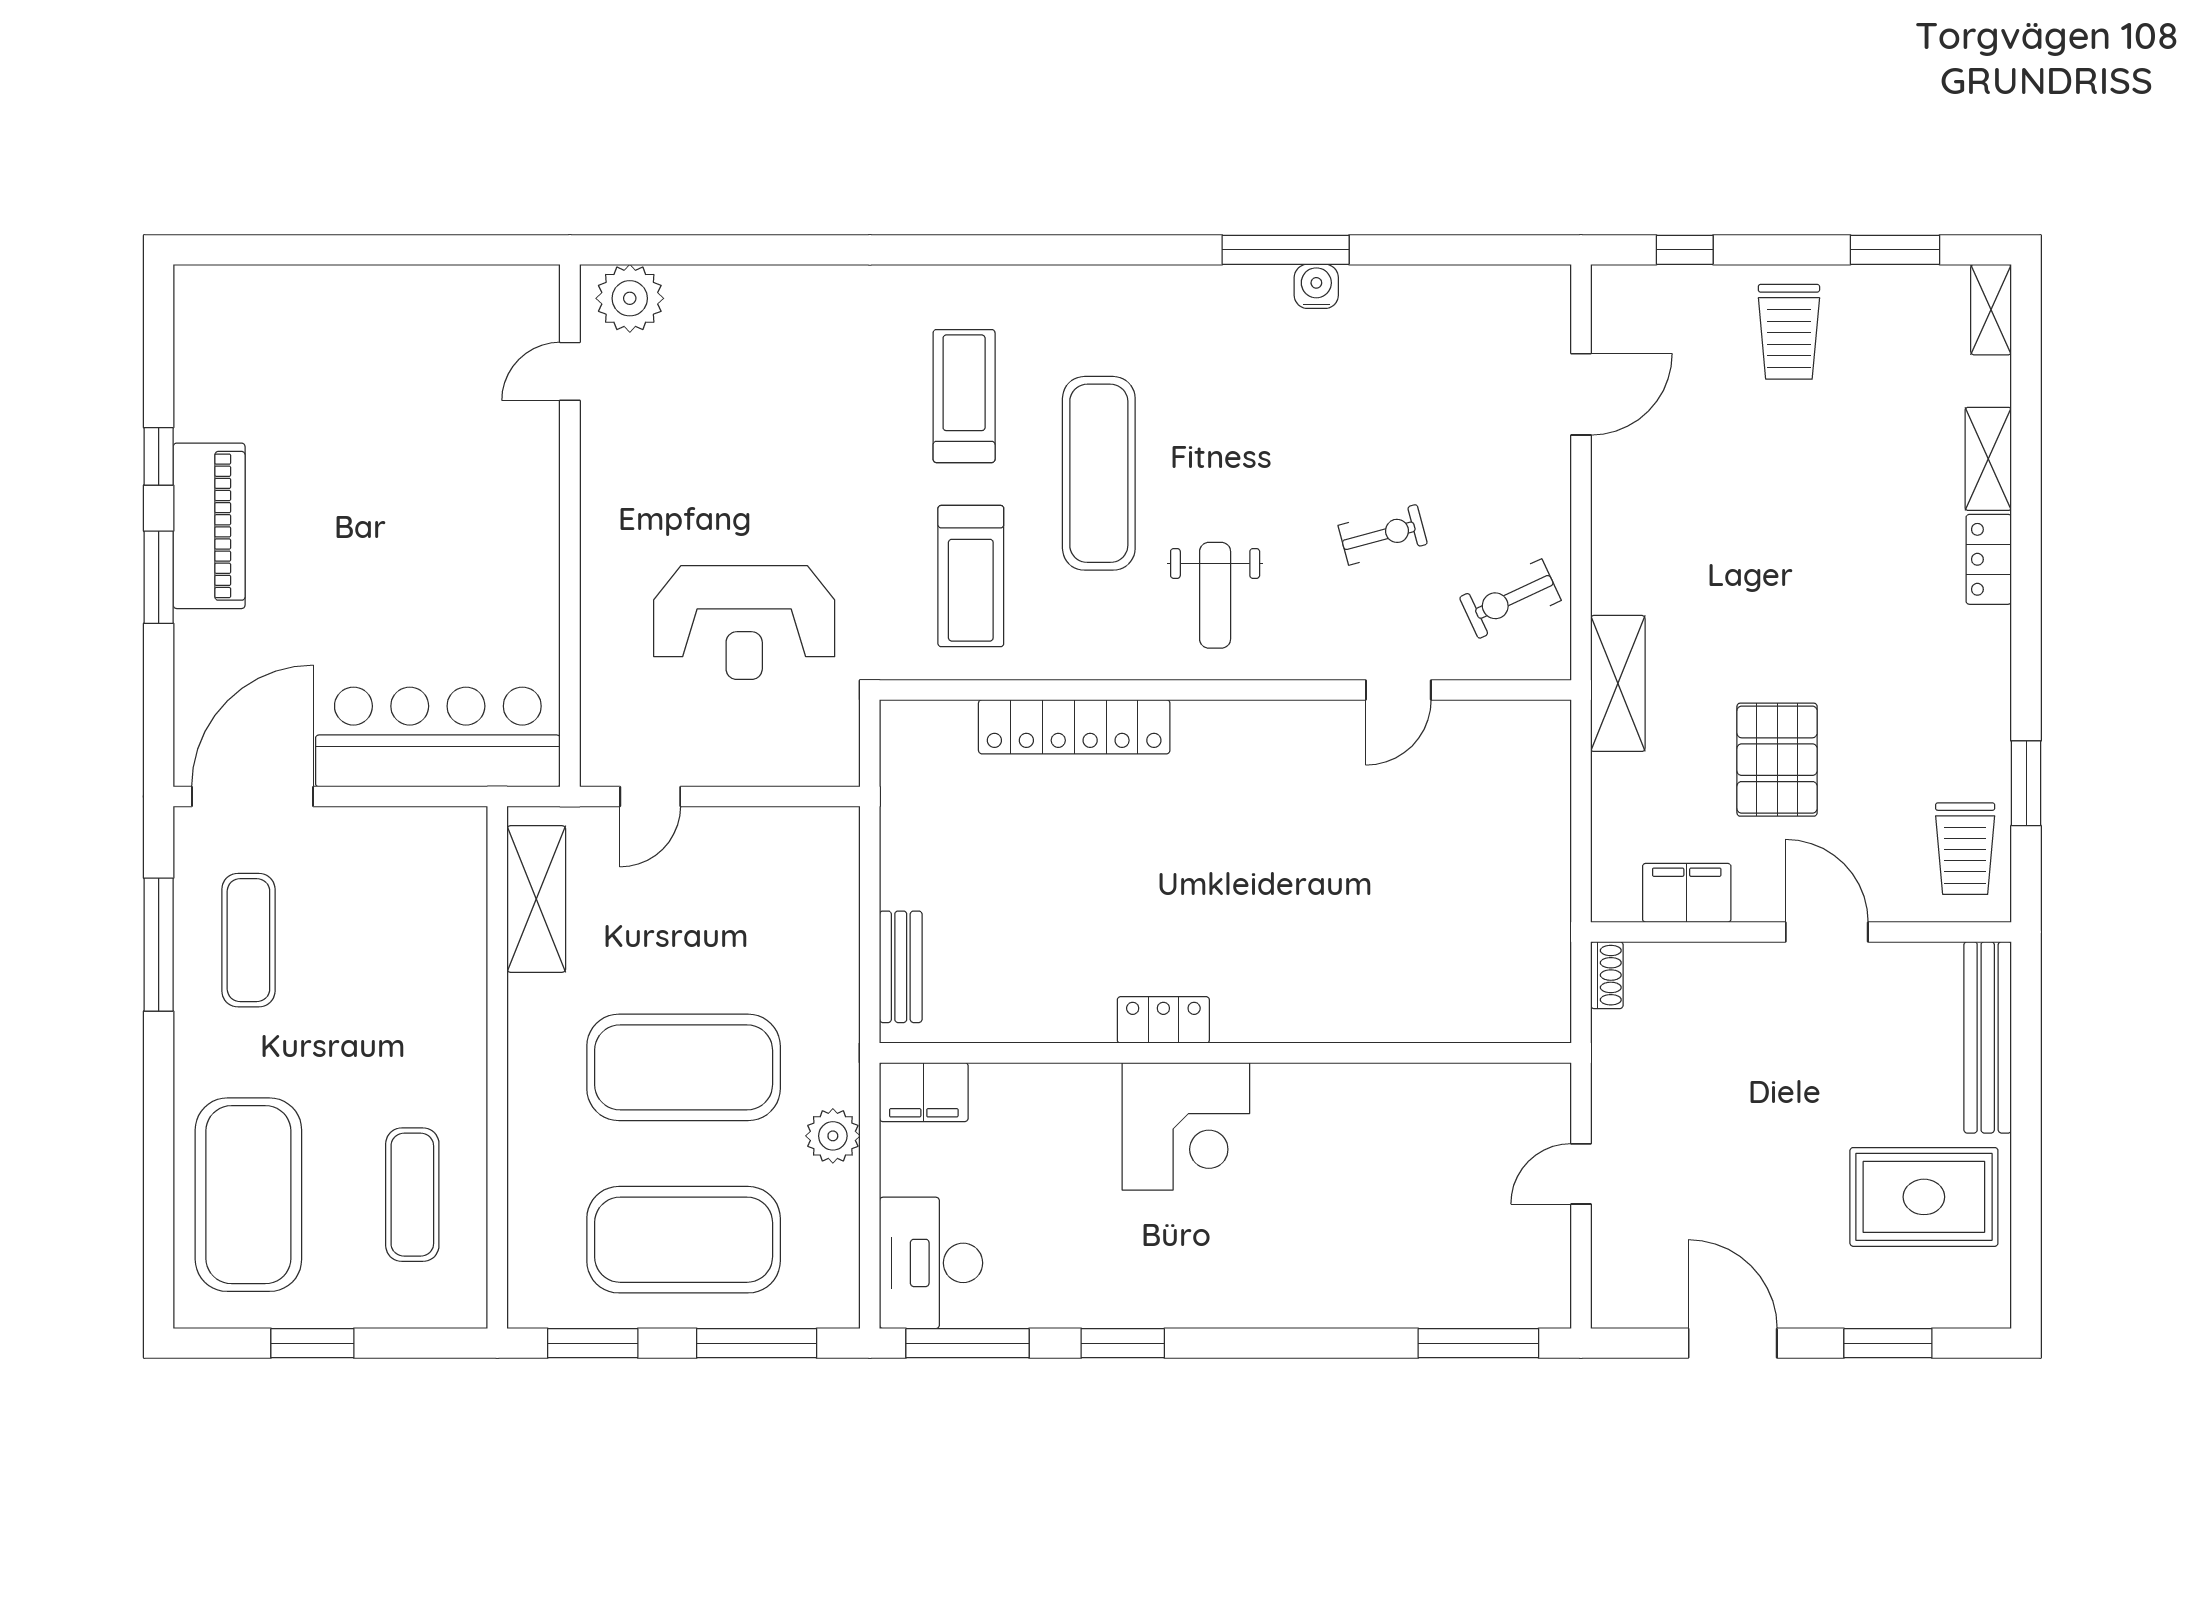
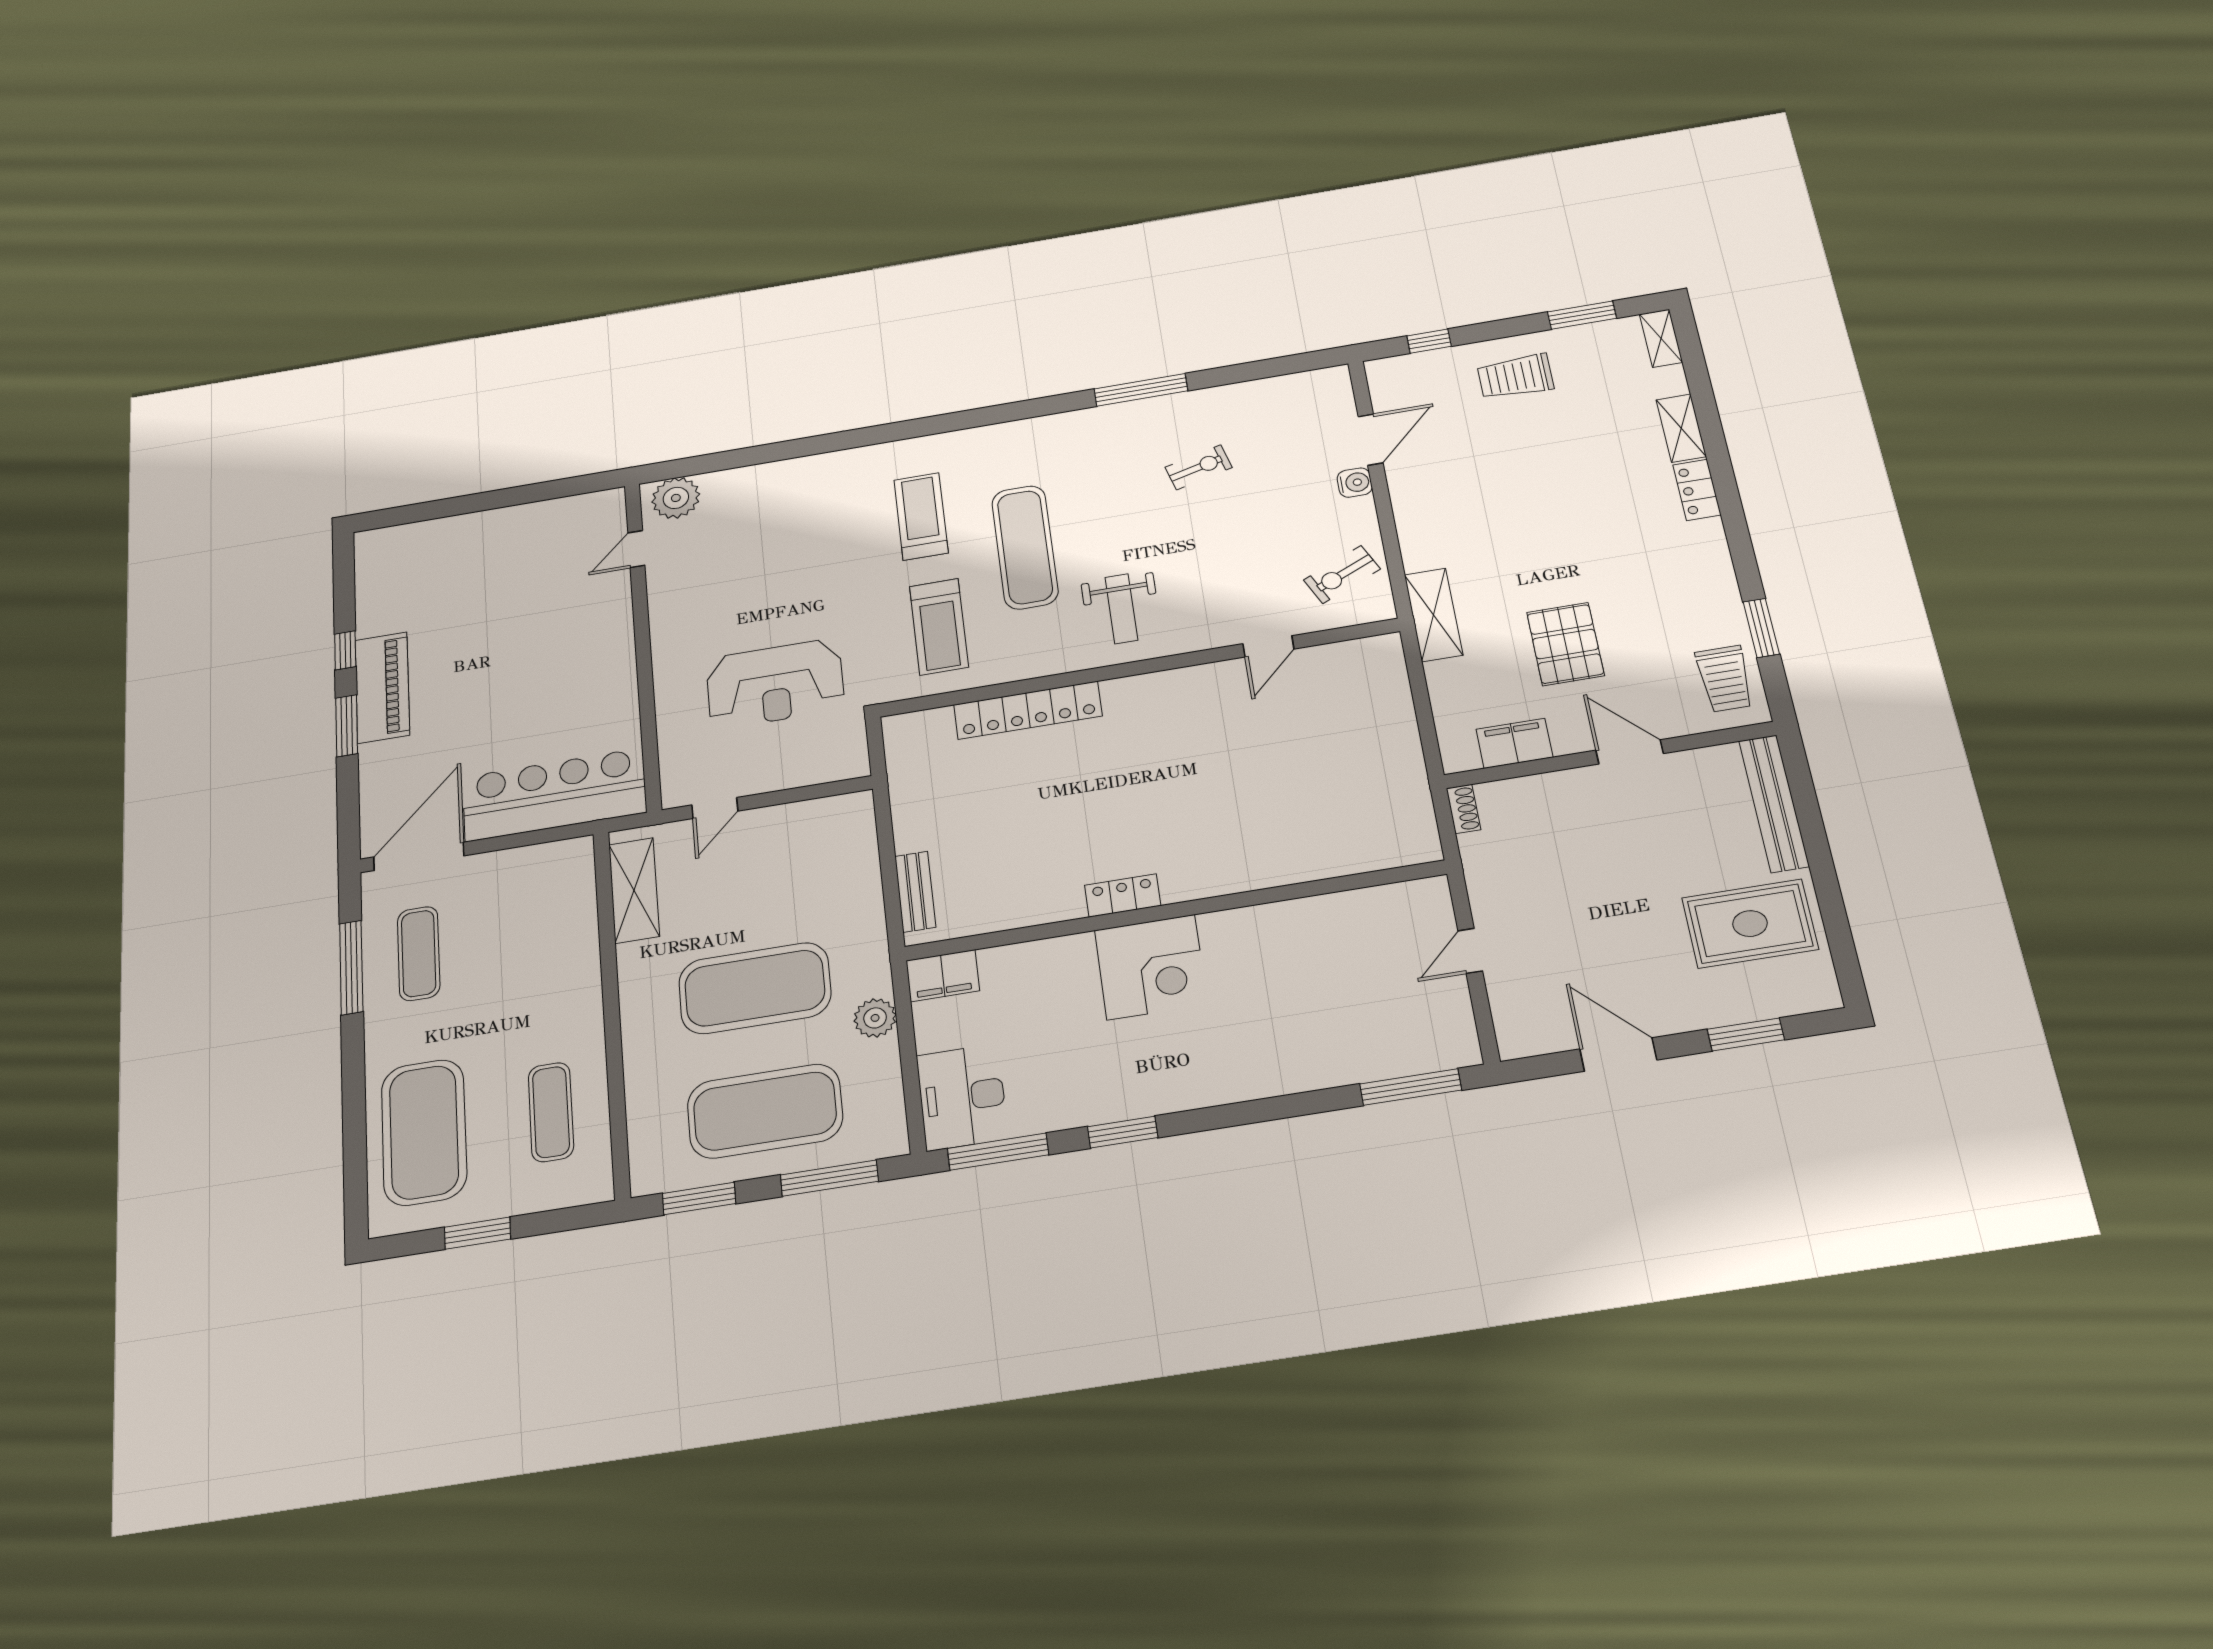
water cooler: (1316, 286) -> (1355, 483), moved, turned 90
trolley: (1789, 332) -> (1515, 377), turned 90
exercise bike: (1383, 535) -> (1199, 467), moved

